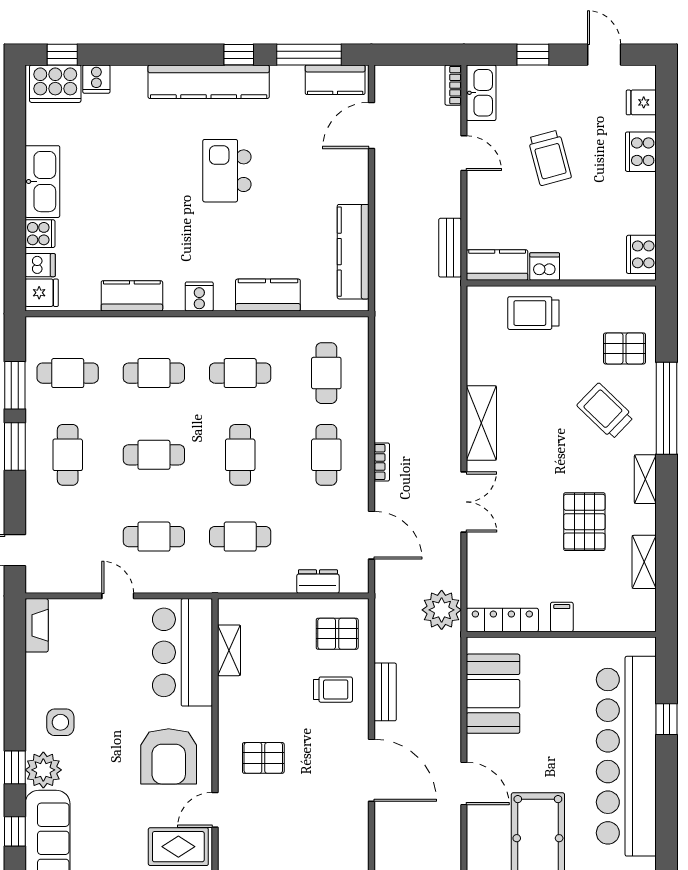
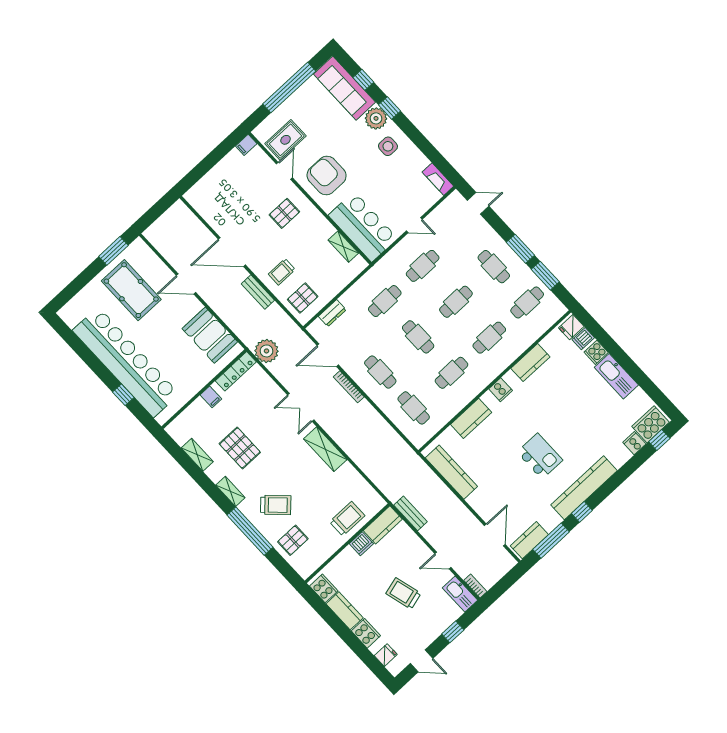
kitchen counter: (641, 203) -> (345, 611), added
bookcase: (382, 462) -> (349, 387), width x1.56

